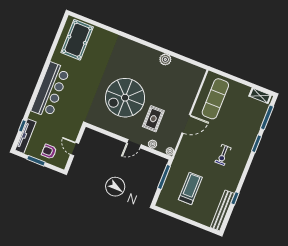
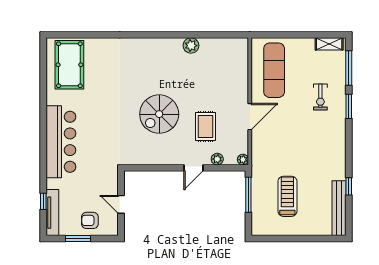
spiral stairs: (125, 98) -> (159, 114), width x0.73, depth x0.73
exercise bike: (223, 155) -> (320, 97), moved

